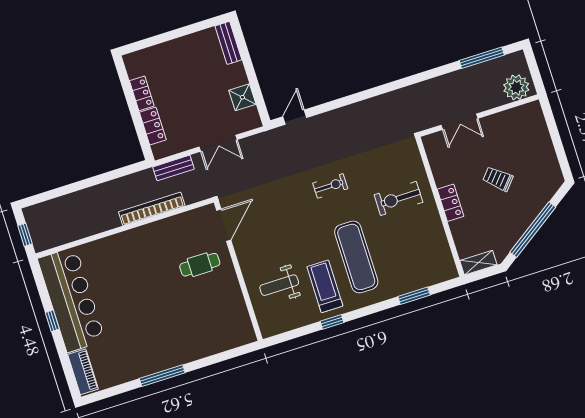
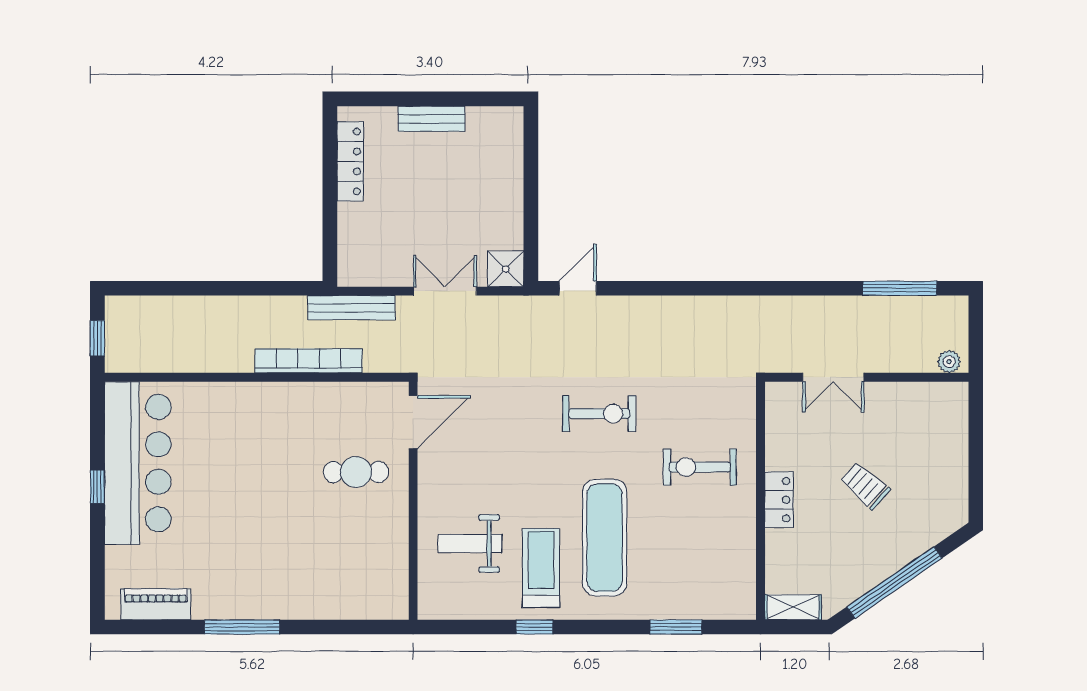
bench: (228, 43) -> (431, 119), moved, turned 90
plant: (516, 87) -> (949, 362), width x0.53, depth x0.53
locker: (142, 93) -> (350, 161), width x1.53
shower: (242, 97) -> (506, 269), moved
locker: (153, 126) -> (351, 232), removed
double door: (218, 143) -> (445, 291), swing flipped
bench: (174, 168) -> (351, 308), width x1.36
exercise bike: (330, 186) -> (599, 414), width x1.38, depth x1.39
piano: (83, 372) -> (156, 604), moved, turned -90

